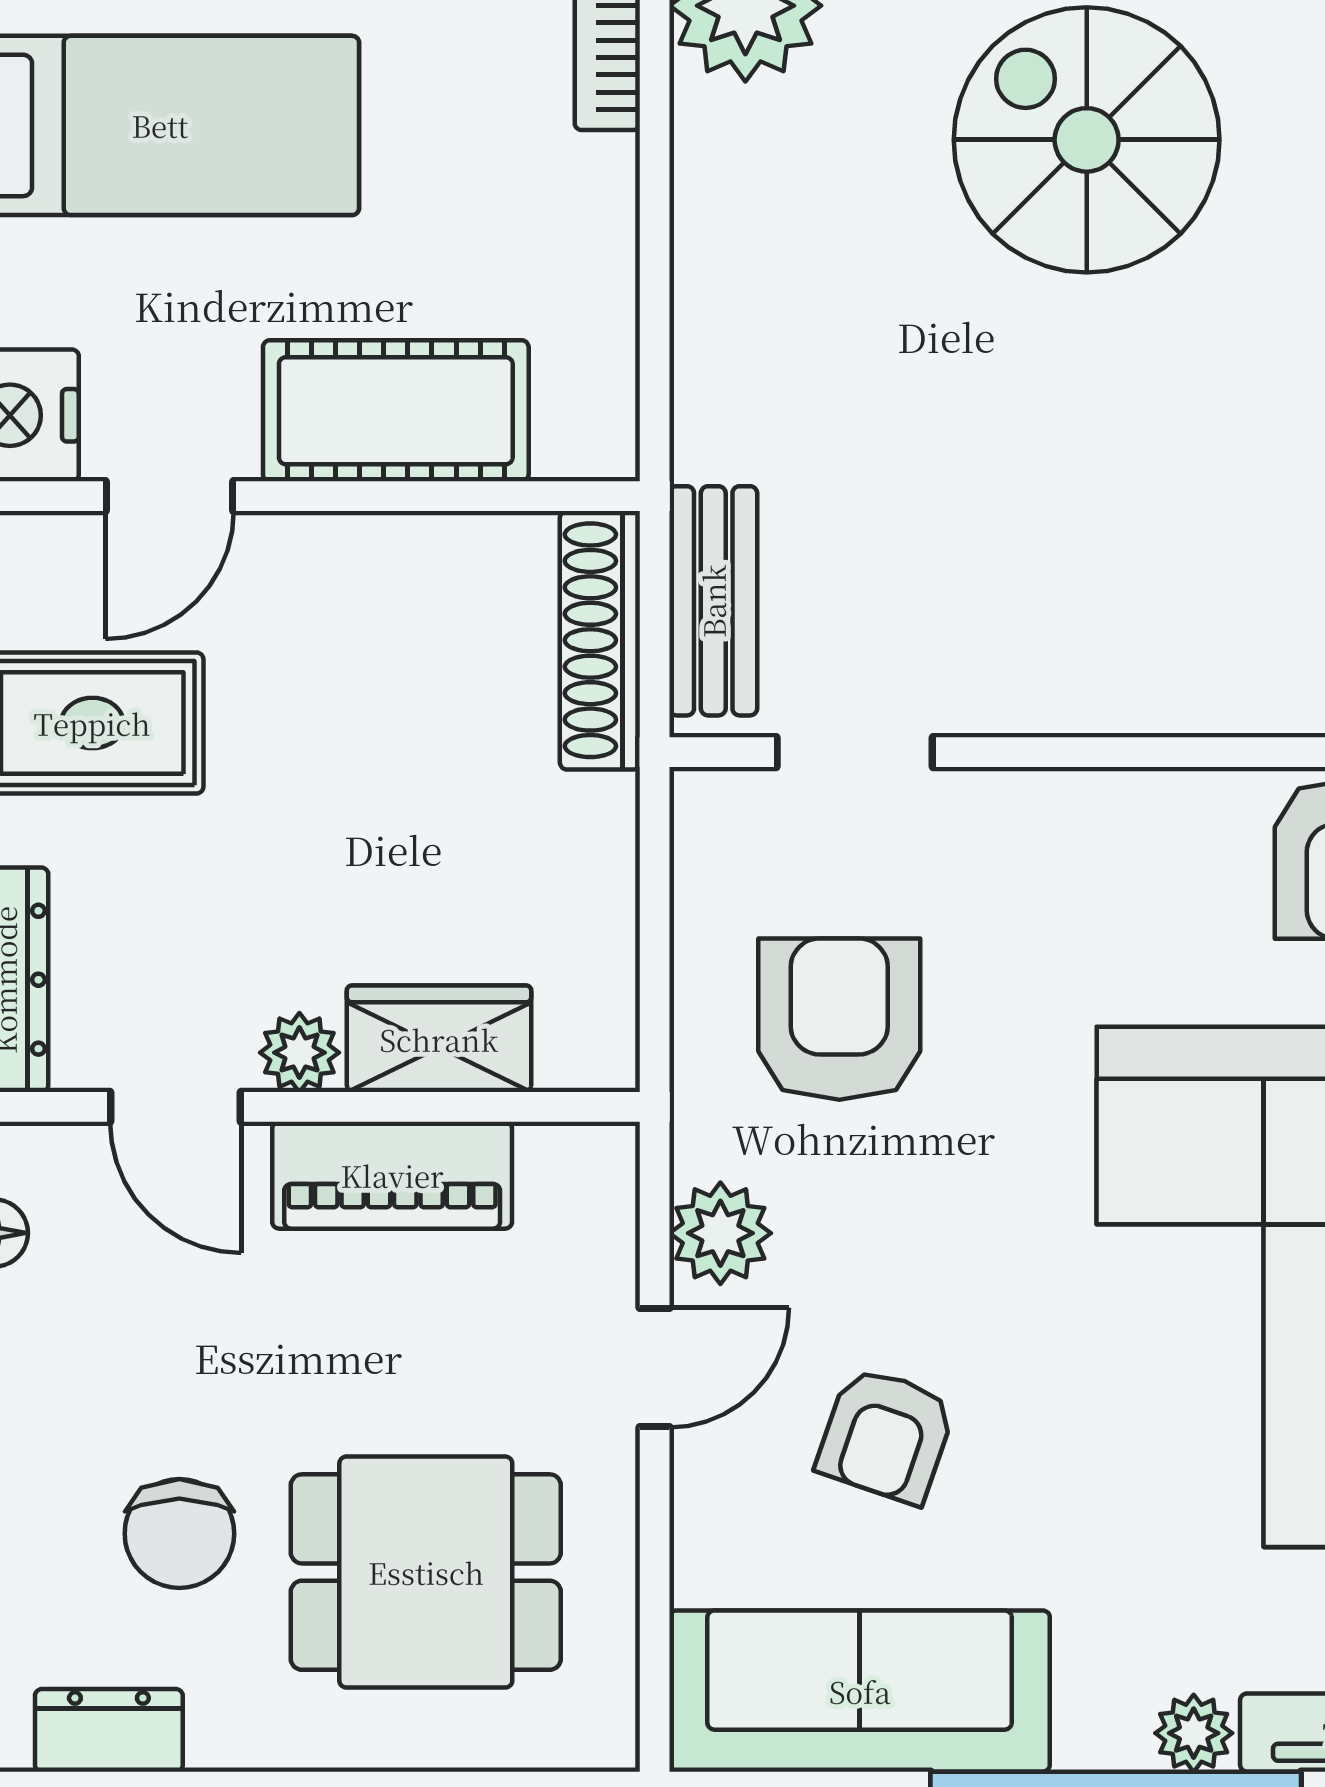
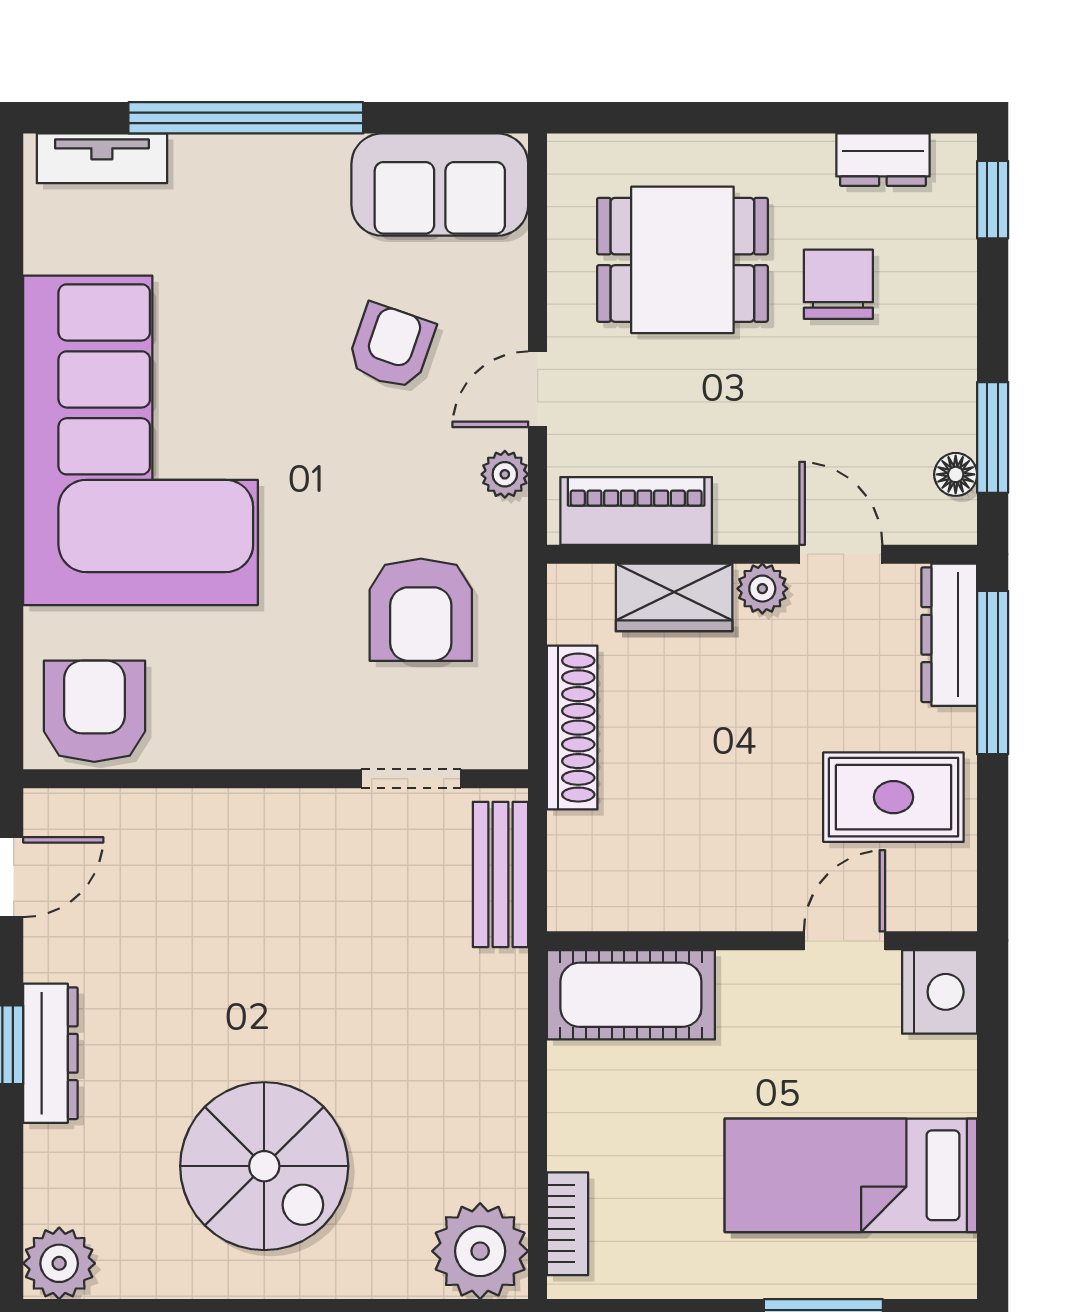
cot: (396, 411) -> (631, 995), moved
shoe rack: (600, 640) -> (572, 728), moved
piano: (392, 1175) -> (636, 511), moved
plant: (720, 1233) -> (505, 474), width x0.73, depth x0.73
sofa: (860, 1691) -> (440, 185), width x0.73
plant: (1194, 1733) -> (196, 158), removed

